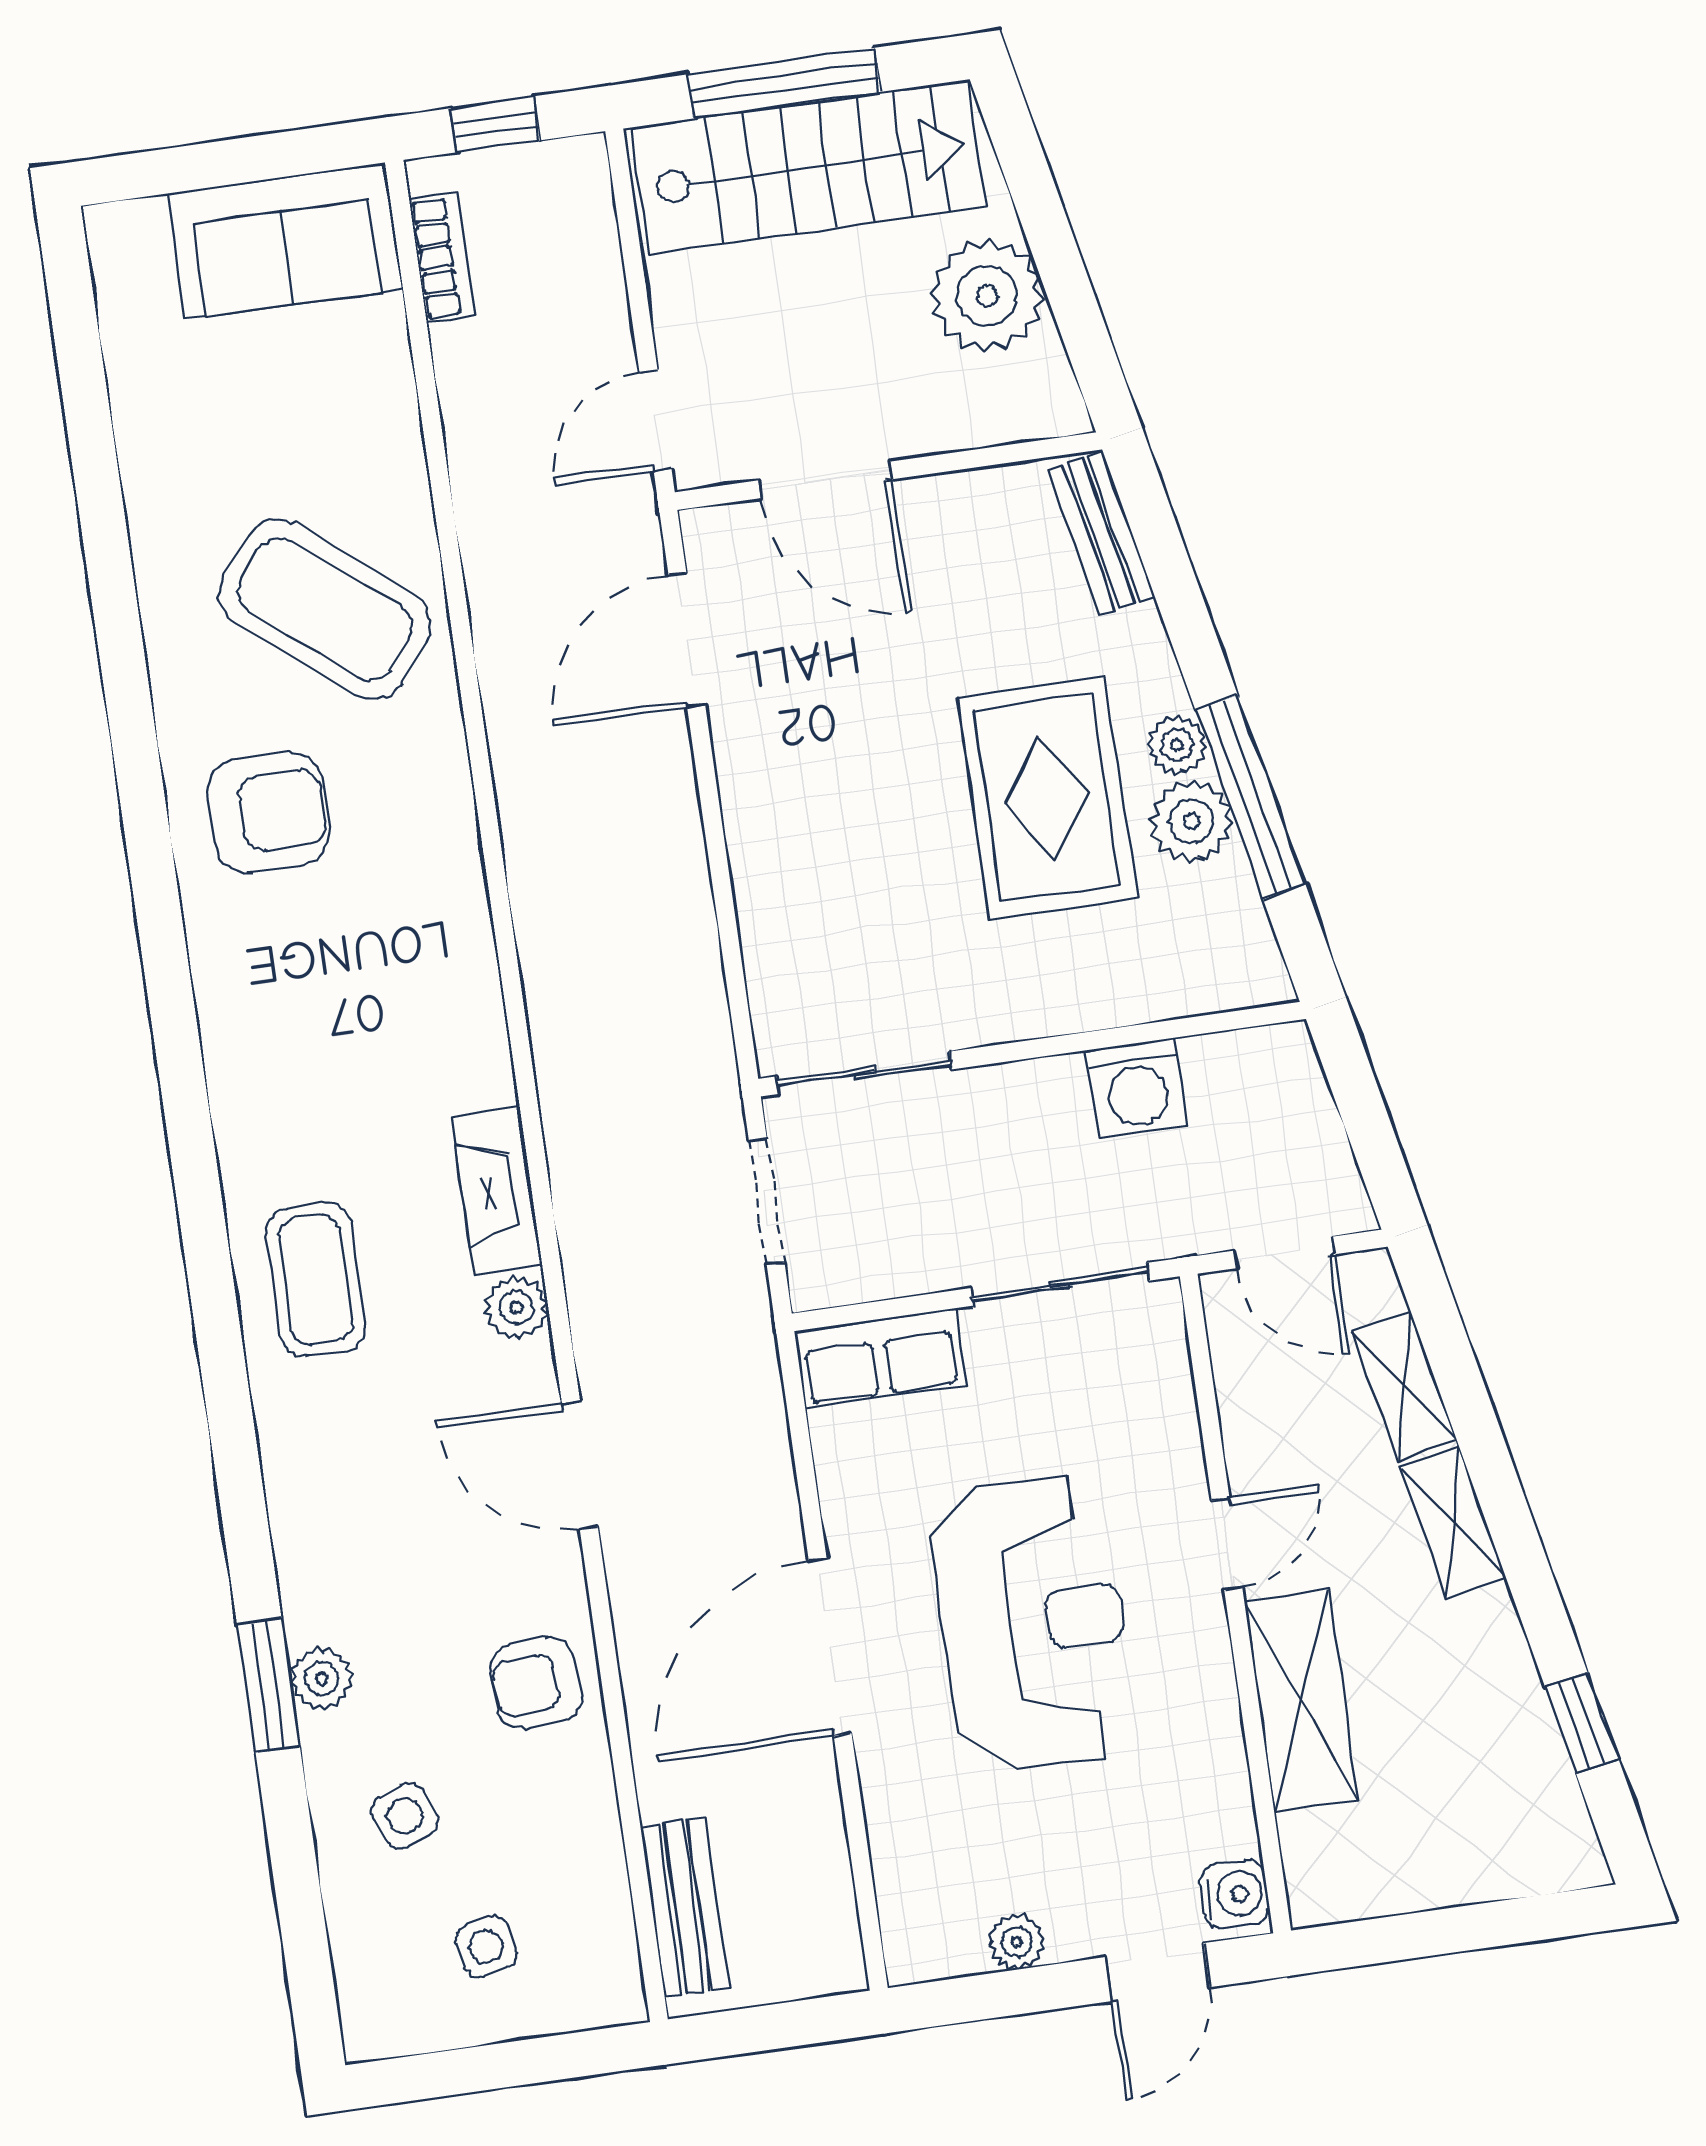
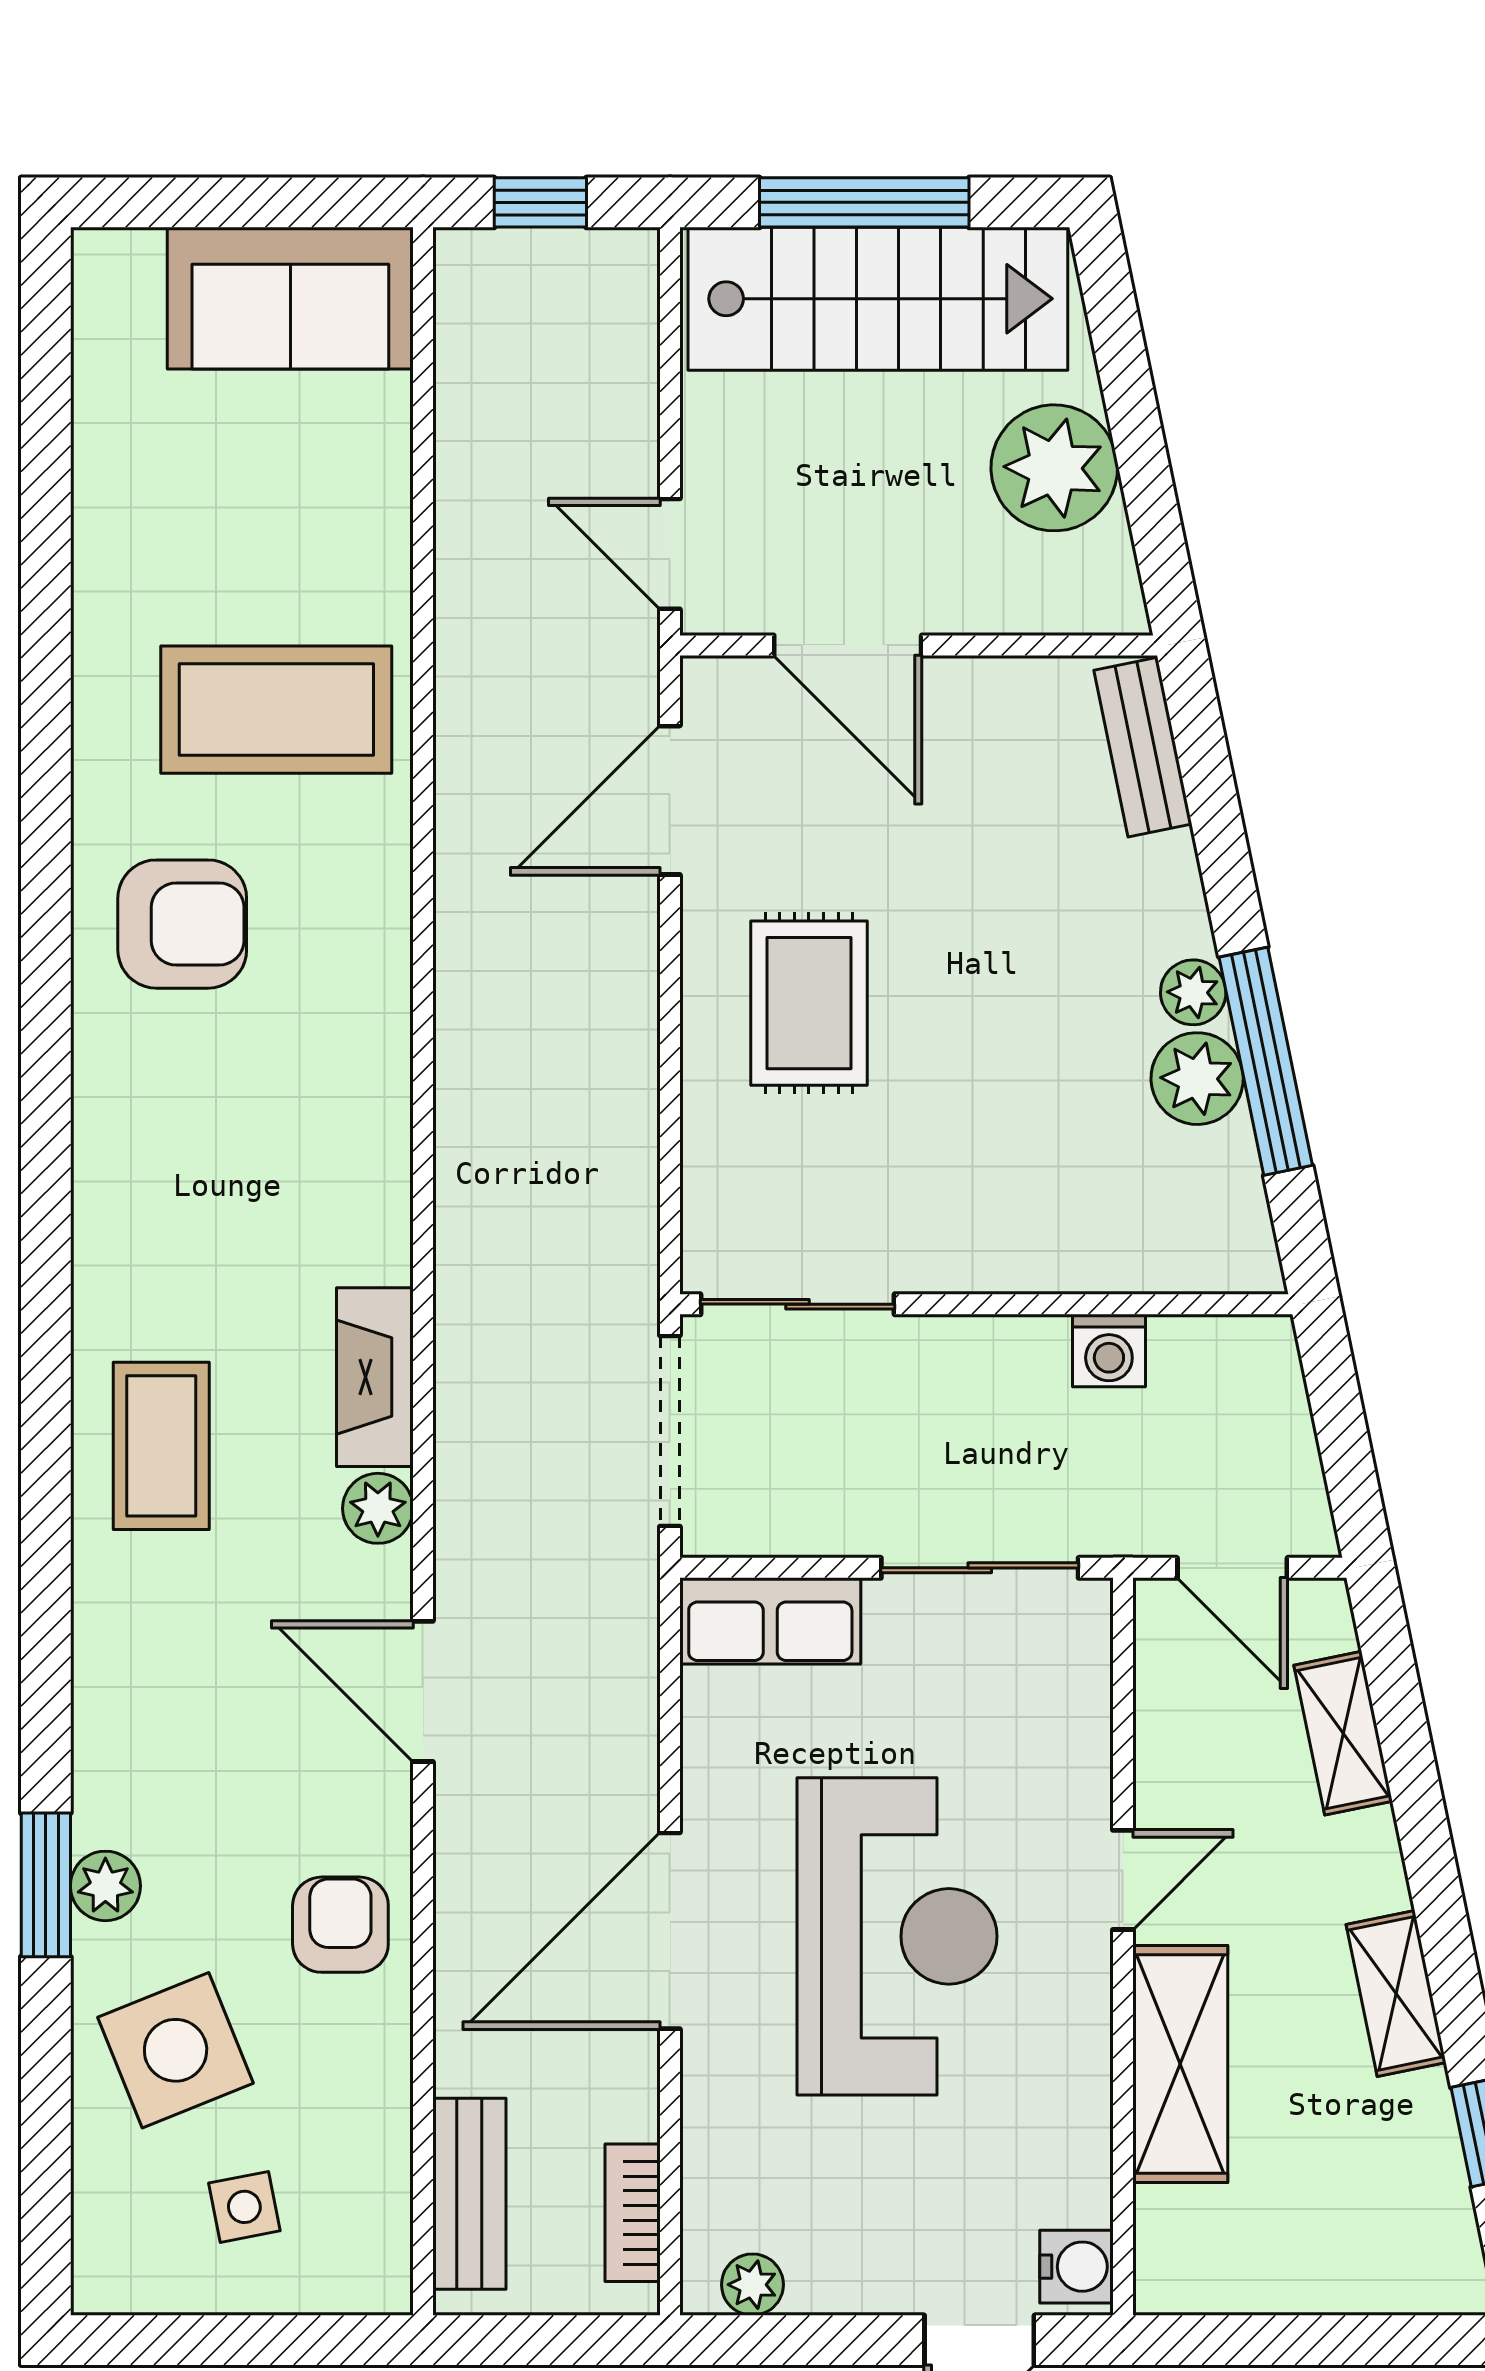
bookcase: (442, 257) -> (633, 2213), moved, turned 180
door: (656, 421) -> (670, 554), hinge flipped
coffee table: (325, 609) -> (276, 710), turned -39
rug: (1047, 798) -> (809, 1003), moved, width x0.73, depth x0.70
washing machine: (1137, 1088) -> (1109, 1350), width x0.73, depth x0.73
doorway: (767, 1202) -> (670, 1431), width x1.38
shelving: (1453, 1522) -> (1396, 1993), moved
armchair: (536, 1683) -> (340, 1925), turned 94
side table: (405, 1816) -> (176, 2050), width x1.87, depth x1.87
plant: (1016, 1942) -> (752, 2285), moved

